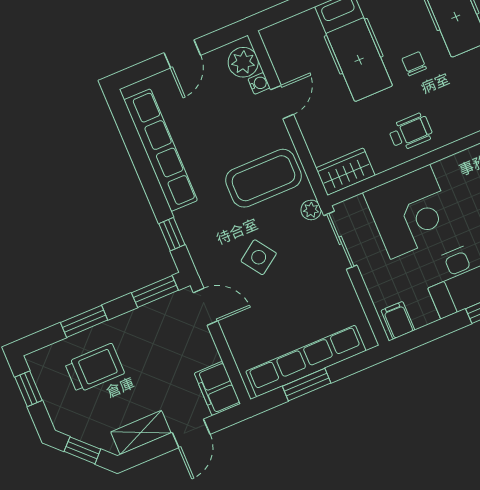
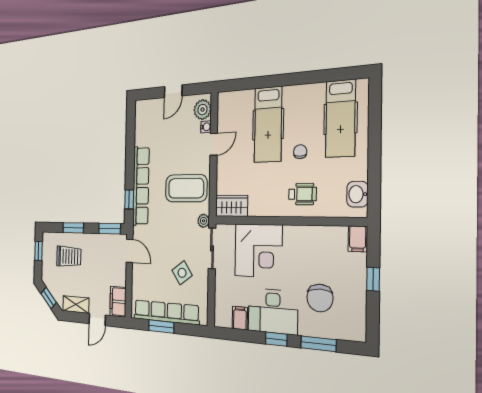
wheelchair: (411, 132) -> (302, 194), moved
row of seats: (161, 150) -> (141, 186), moved
side table: (259, 257) -> (182, 273), moved
filing cabinet: (398, 320) -> (240, 318), moved

